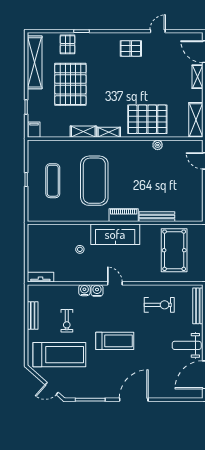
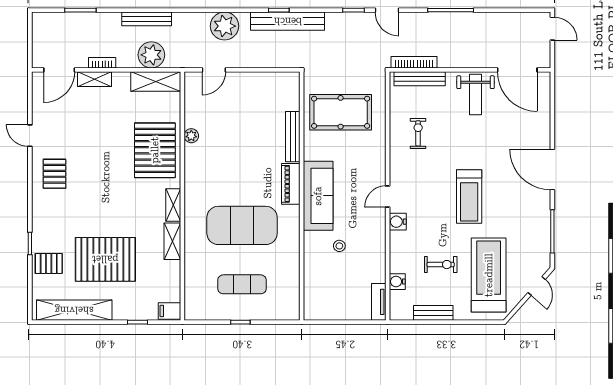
water cooler: (84, 290) -> (397, 282), moved
exercise bike: (159, 305) -> (418, 133), width x0.73, depth x0.72
treadmill: (115, 341) -> (469, 196), turned 180

